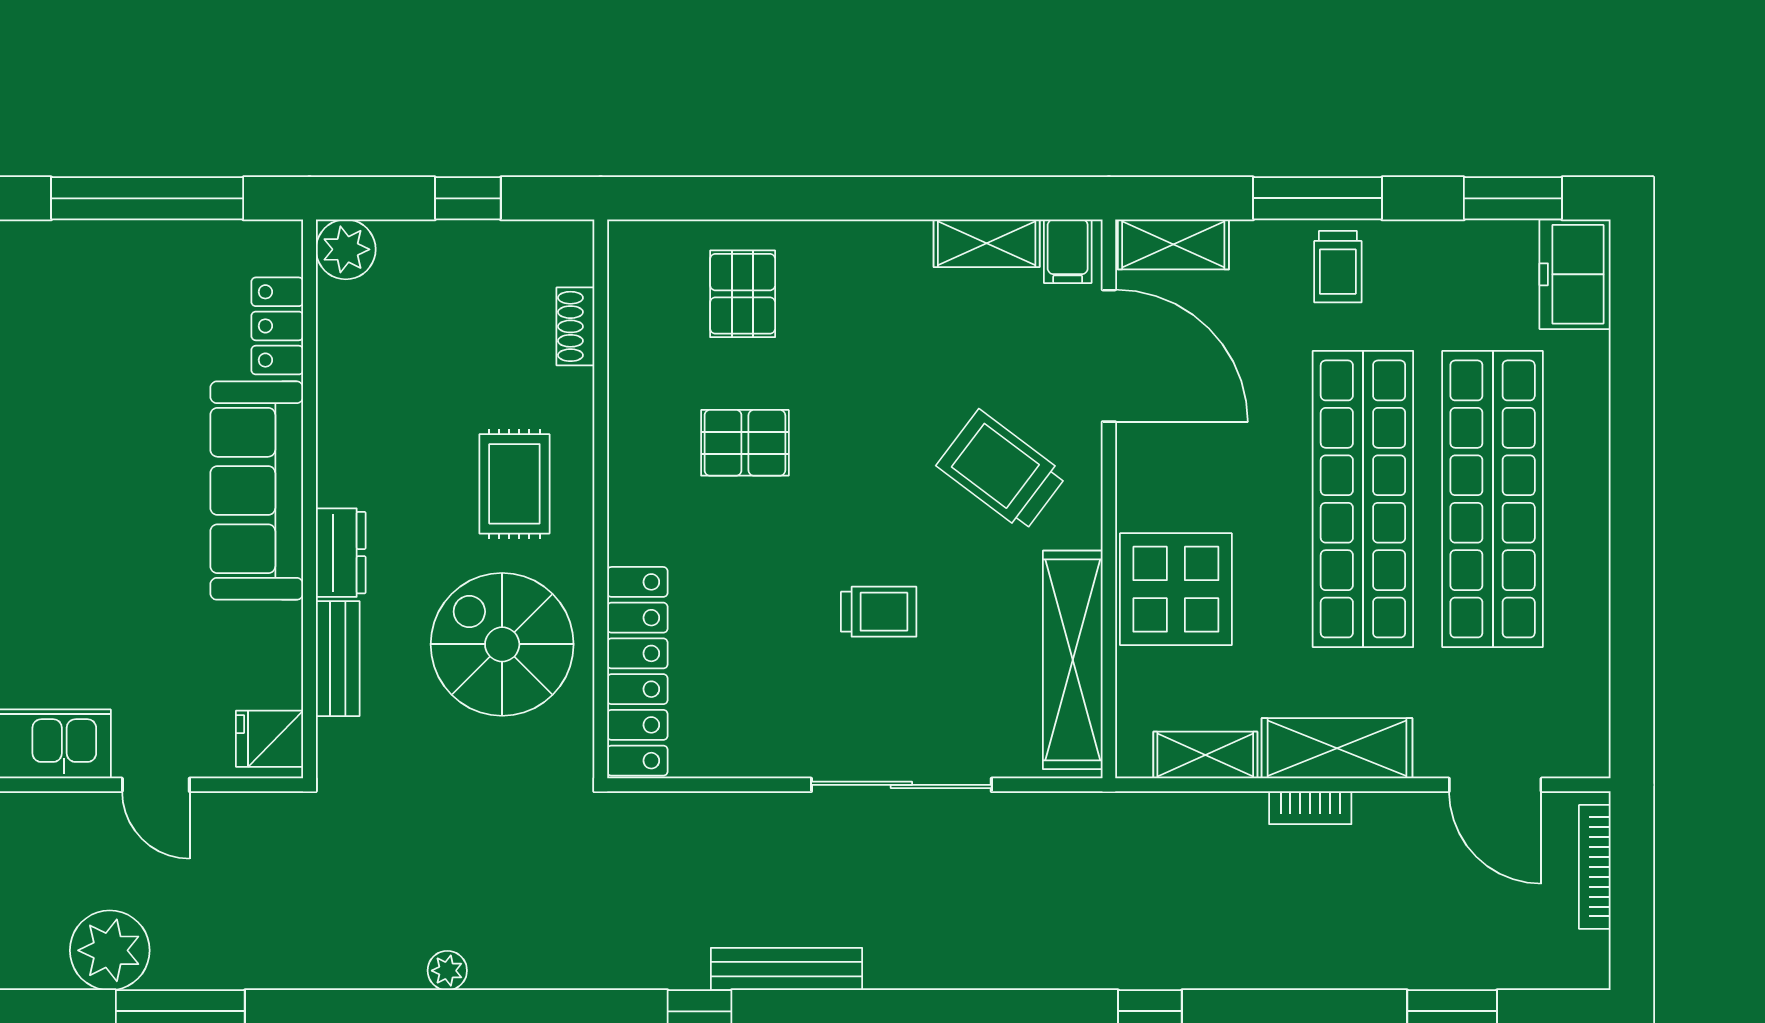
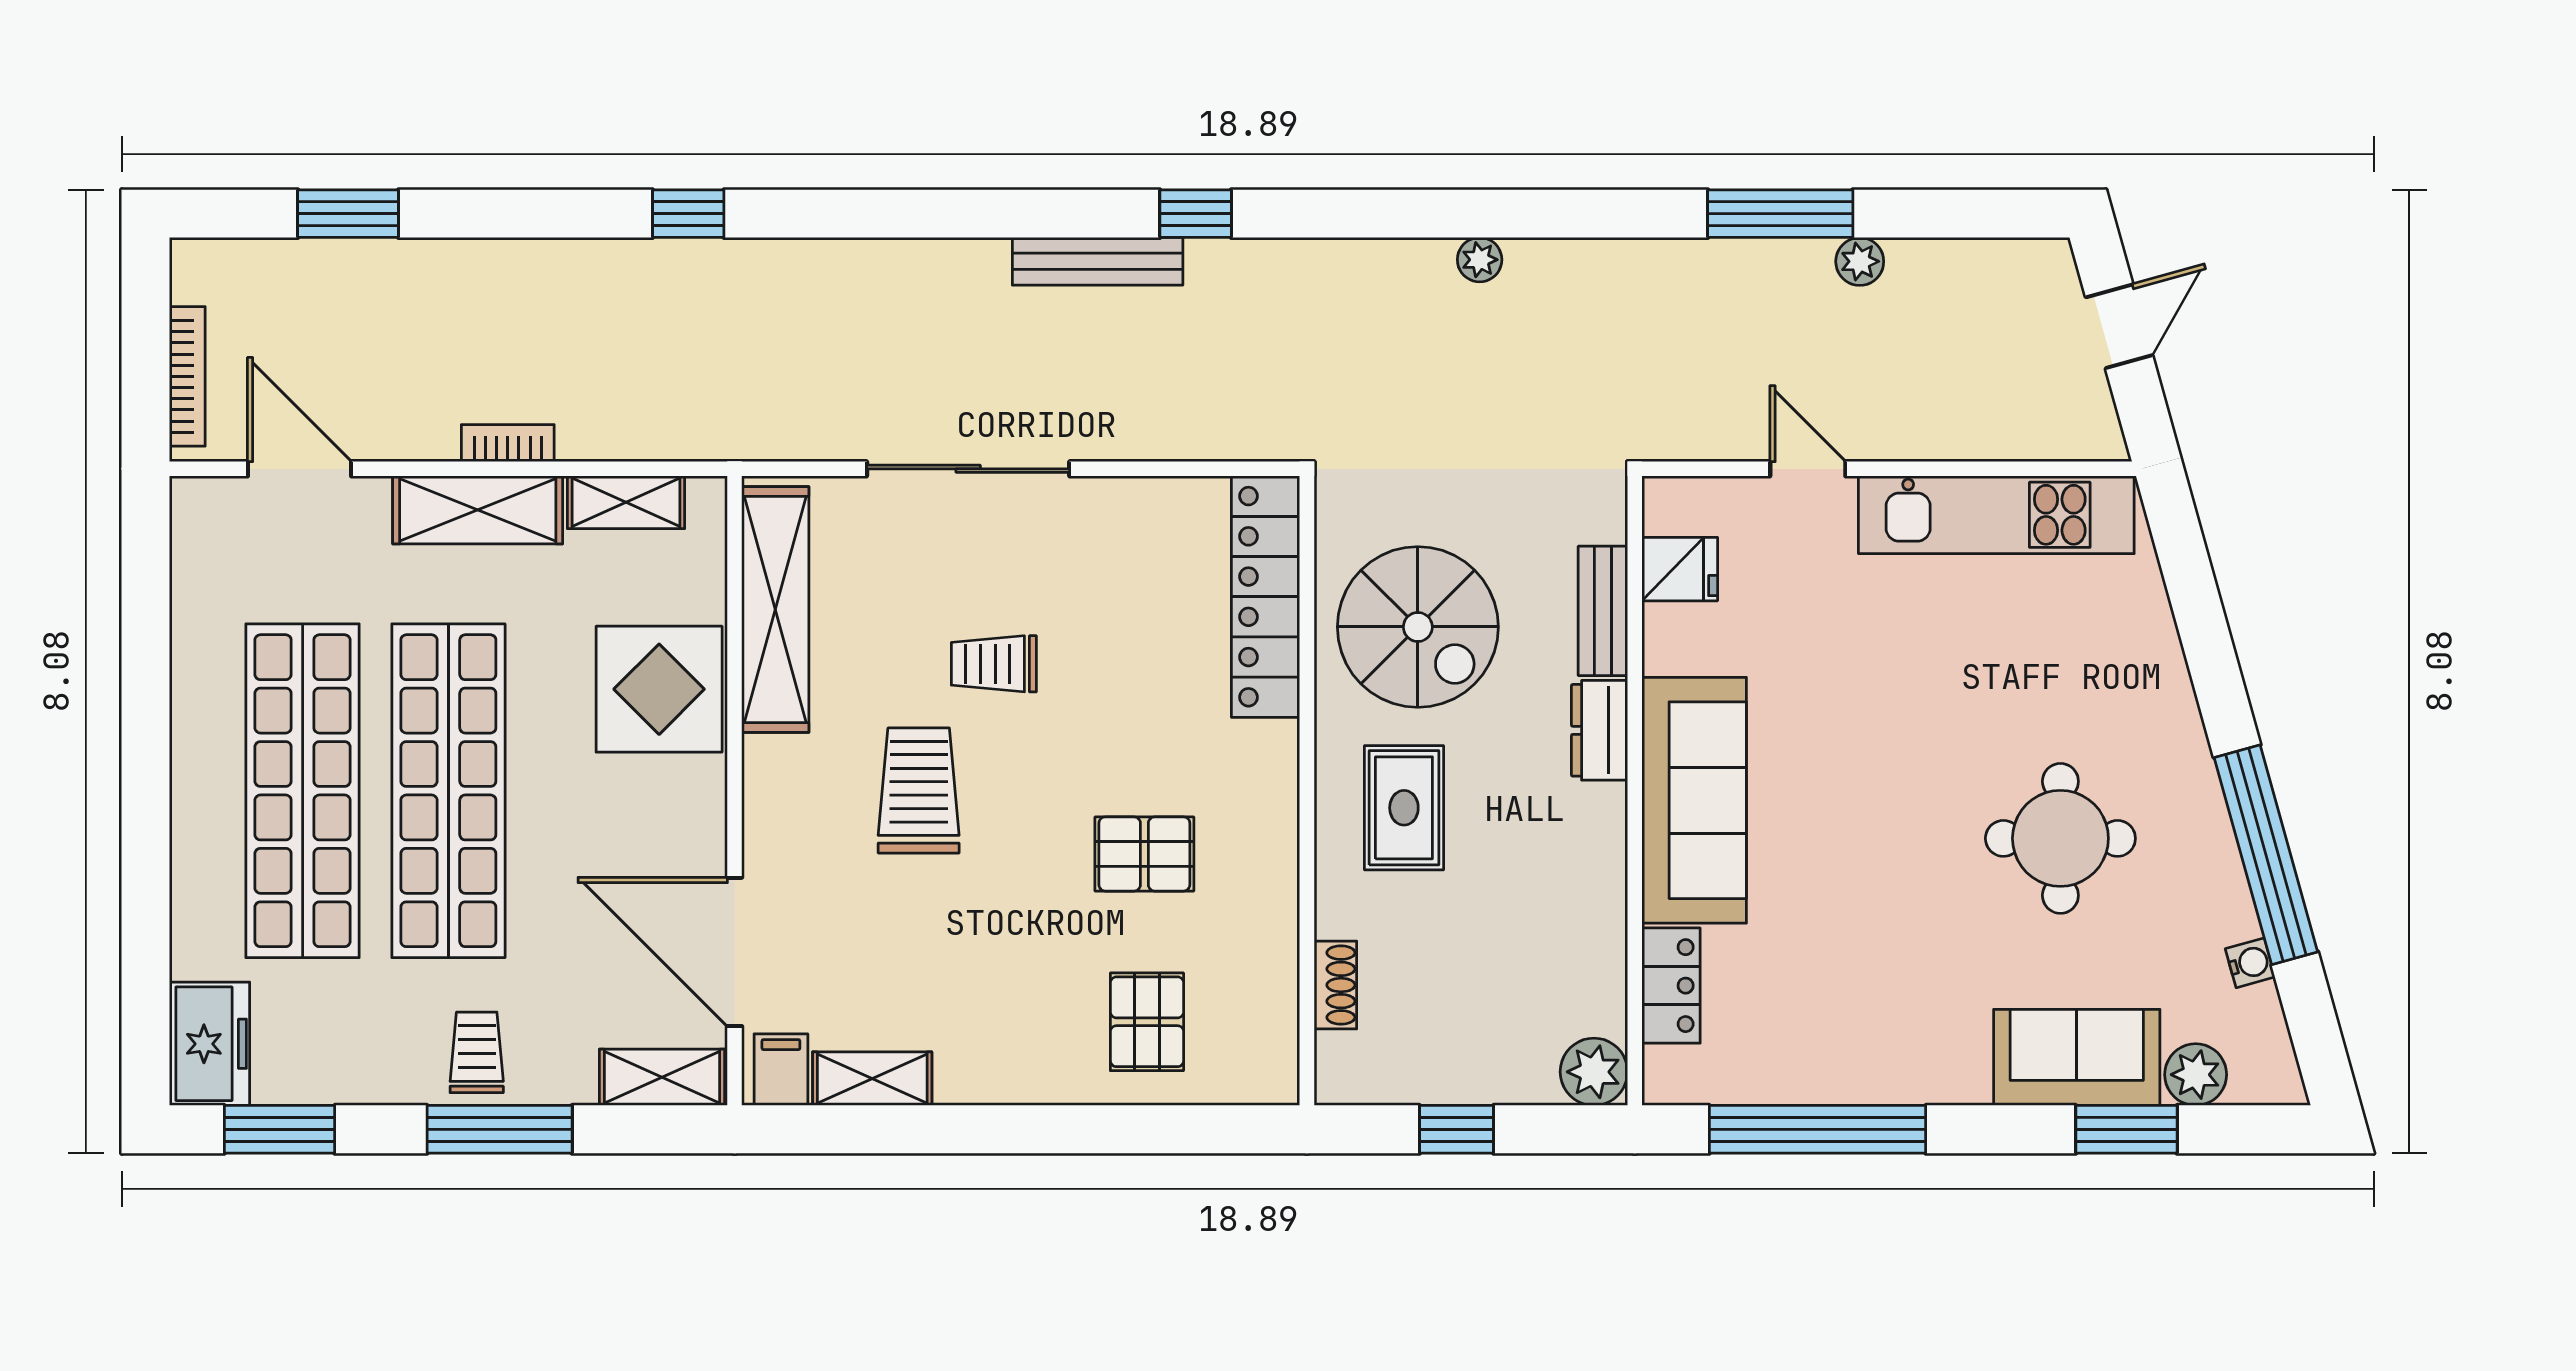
trolley: (1002, 470) -> (919, 790), moved, turned -127
fridge: (270, 739) -> (1680, 569), moved
plant: (110, 950) -> (1860, 261), width x0.53, depth x0.53

